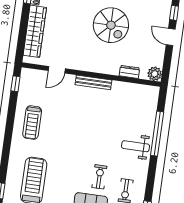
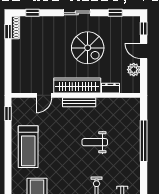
wardrobe: (35, 31) -> (77, 85), moved, turned -90
plant: (155, 74) -> (134, 70), moved
treadmill: (32, 123) -> (28, 147), width x1.37, depth x1.38
weight bench: (136, 146) -> (95, 142), moved

